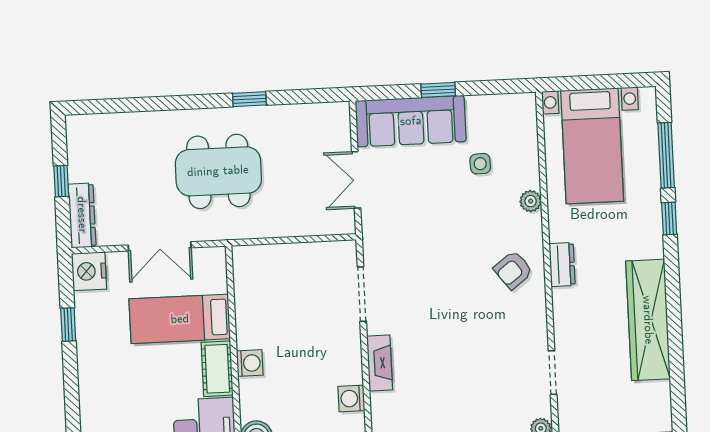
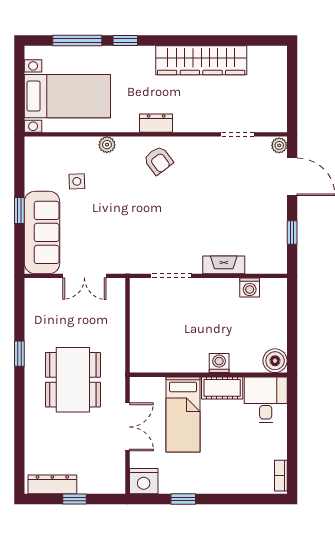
dresser: (82, 215) -> (52, 484), moved

